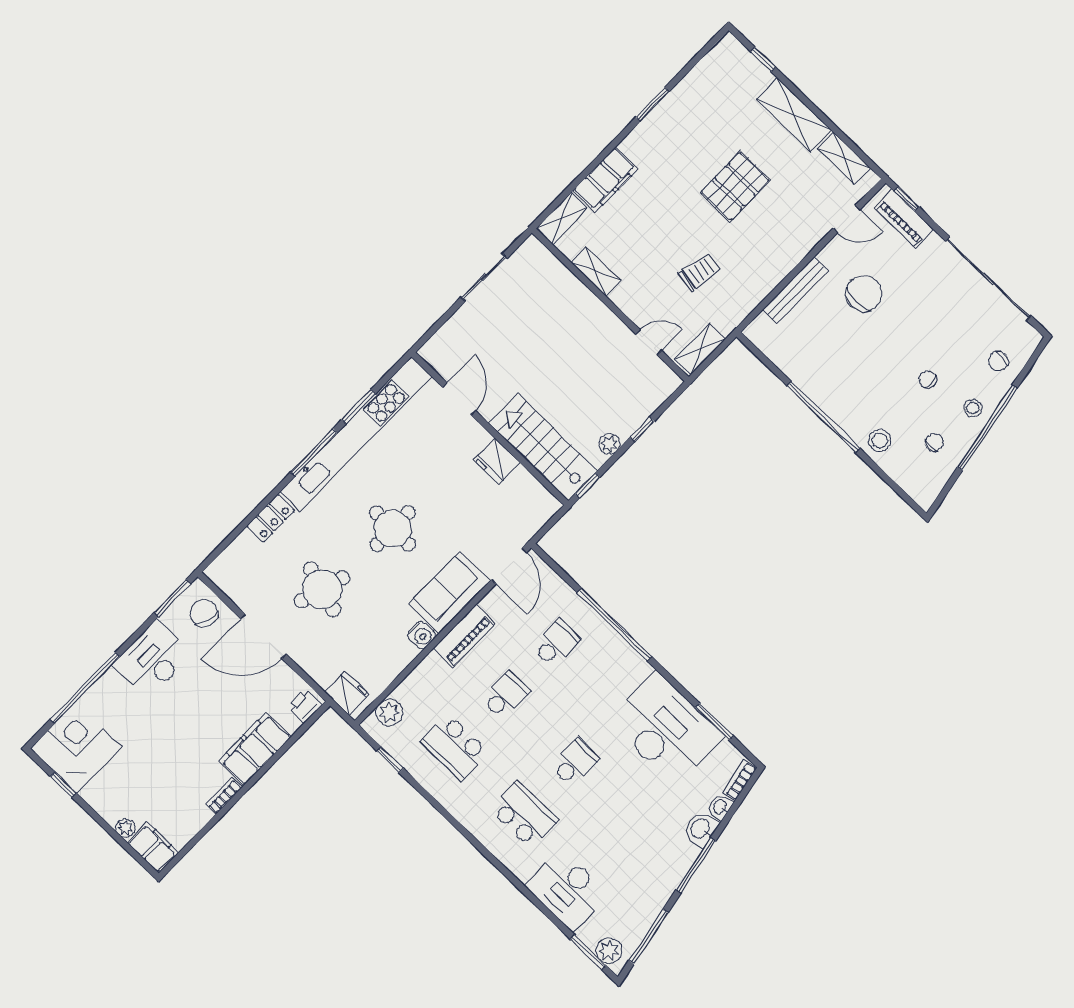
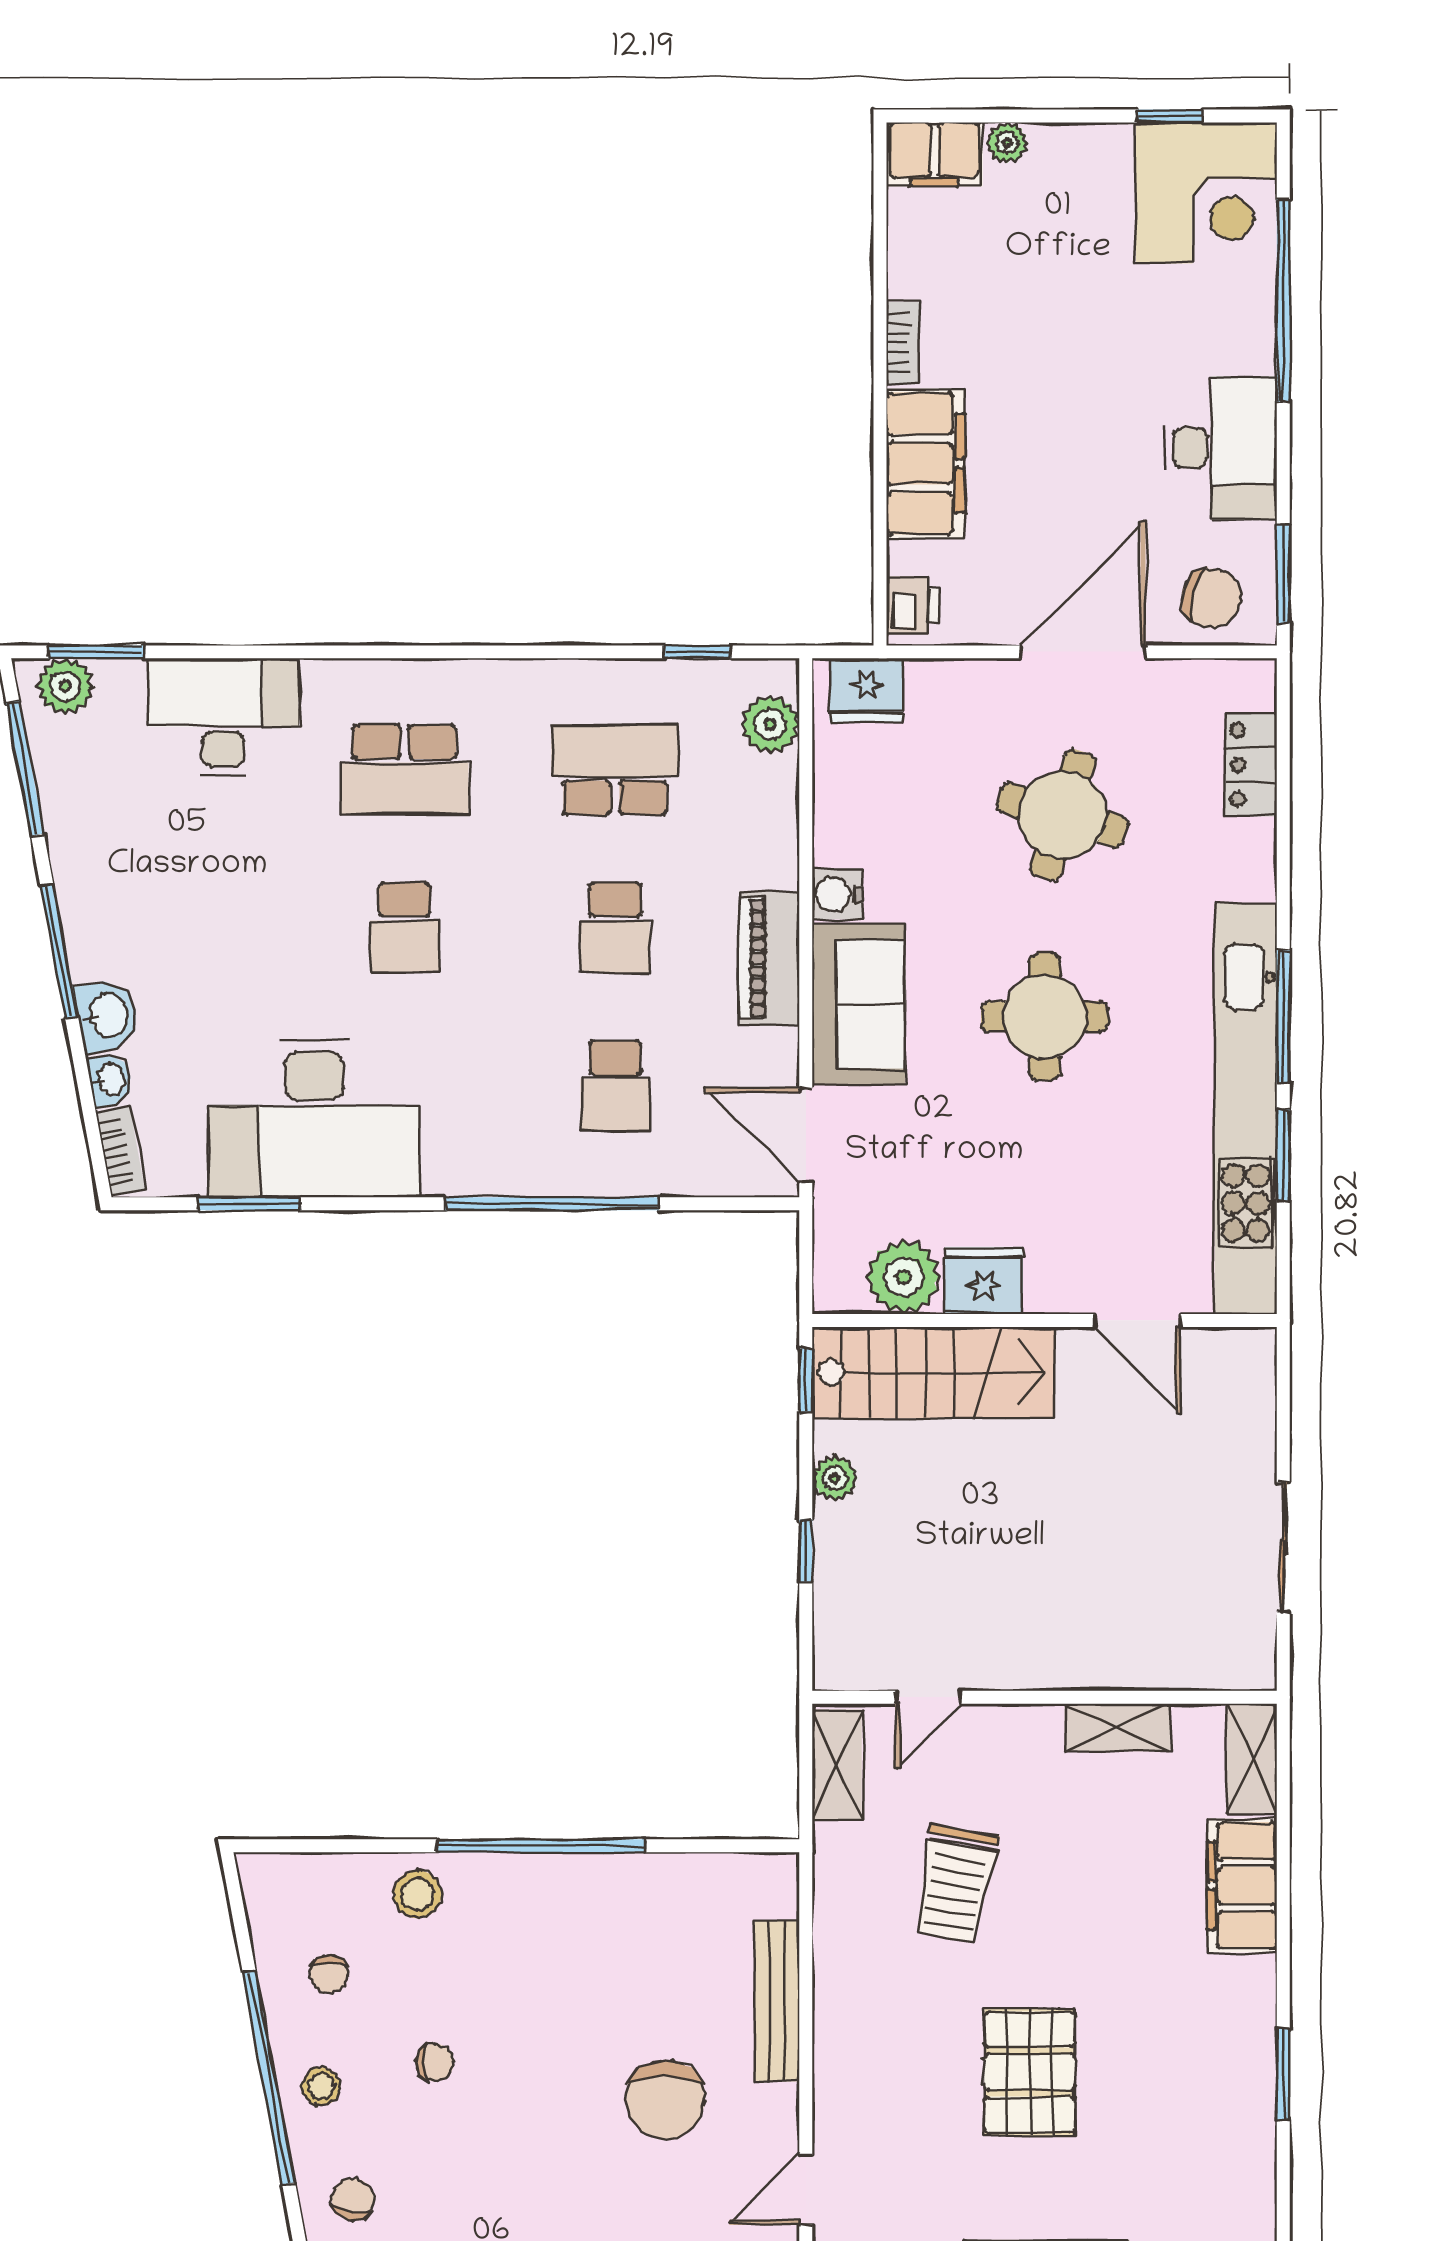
trolley: (699, 272) -> (955, 1884), width x1.36, depth x1.39
plant: (522, 488) -> (904, 1277), added
locker: (271, 518) -> (1251, 765), moved

